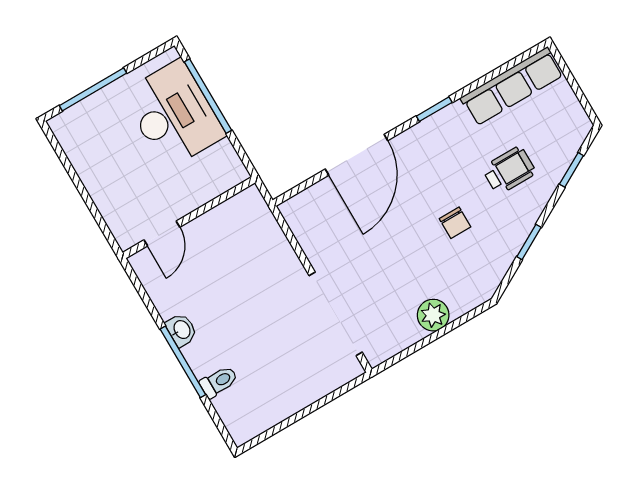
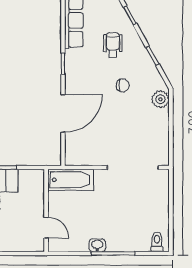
door: (356, 155) -> (63, 113), hinge flipped
bathtub: (259, 228) -> (70, 180), added
plant: (433, 315) -> (160, 99), moved
toilet: (219, 382) -> (157, 242), moved

